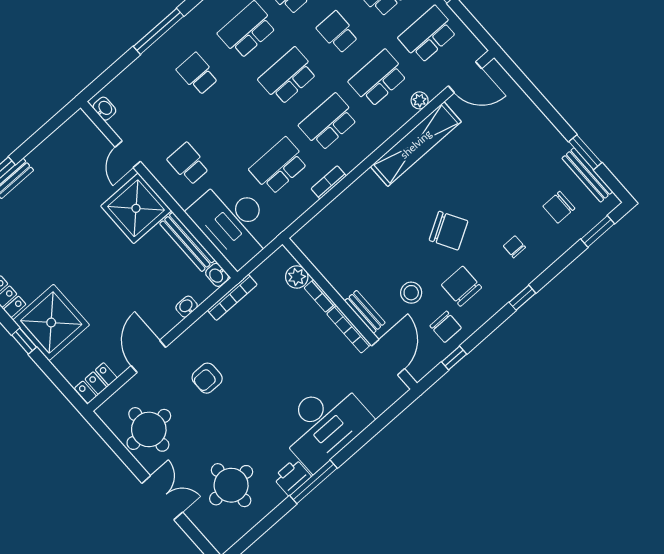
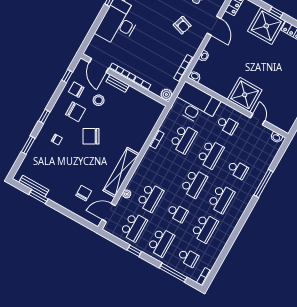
school desk: (328, 122) -> (210, 154), moved
chair: (559, 207) -> (84, 193), moved
window: (598, 231) -> (28, 145), moved
bench: (187, 242) -> (214, 87), removed
plant: (297, 277) -> (166, 94), moved
armchair: (207, 378) -> (182, 25), turned 108

